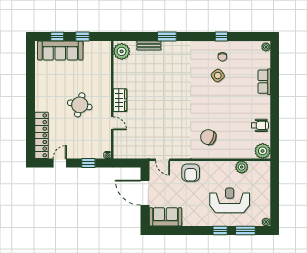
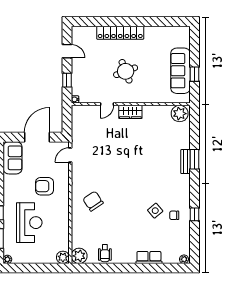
window: (57, 37) -> (195, 49), removed
bench: (149, 45) -> (186, 162), moved
sofa: (60, 50) -> (180, 71), moved
round table: (80, 105) -> (126, 71), turned -34
locker: (41, 135) -> (120, 33), moved
chair: (208, 137) -> (93, 201), turned -54
plant: (242, 167) -> (63, 257), moved
armchair: (191, 173) -> (44, 186), moved

